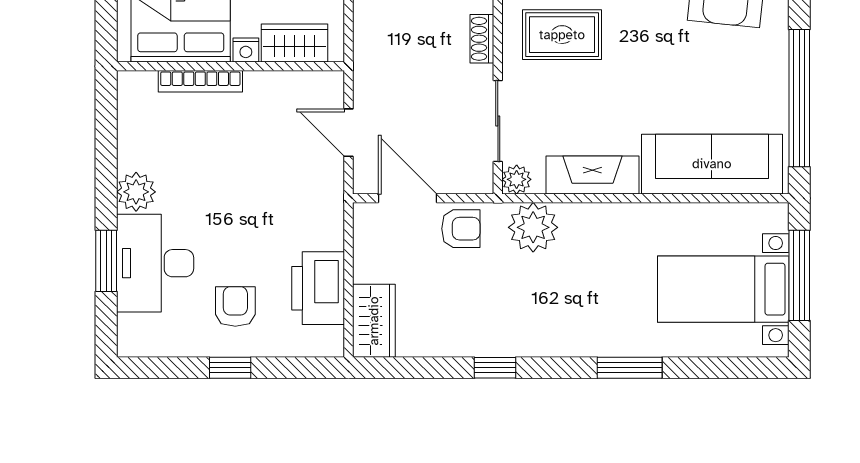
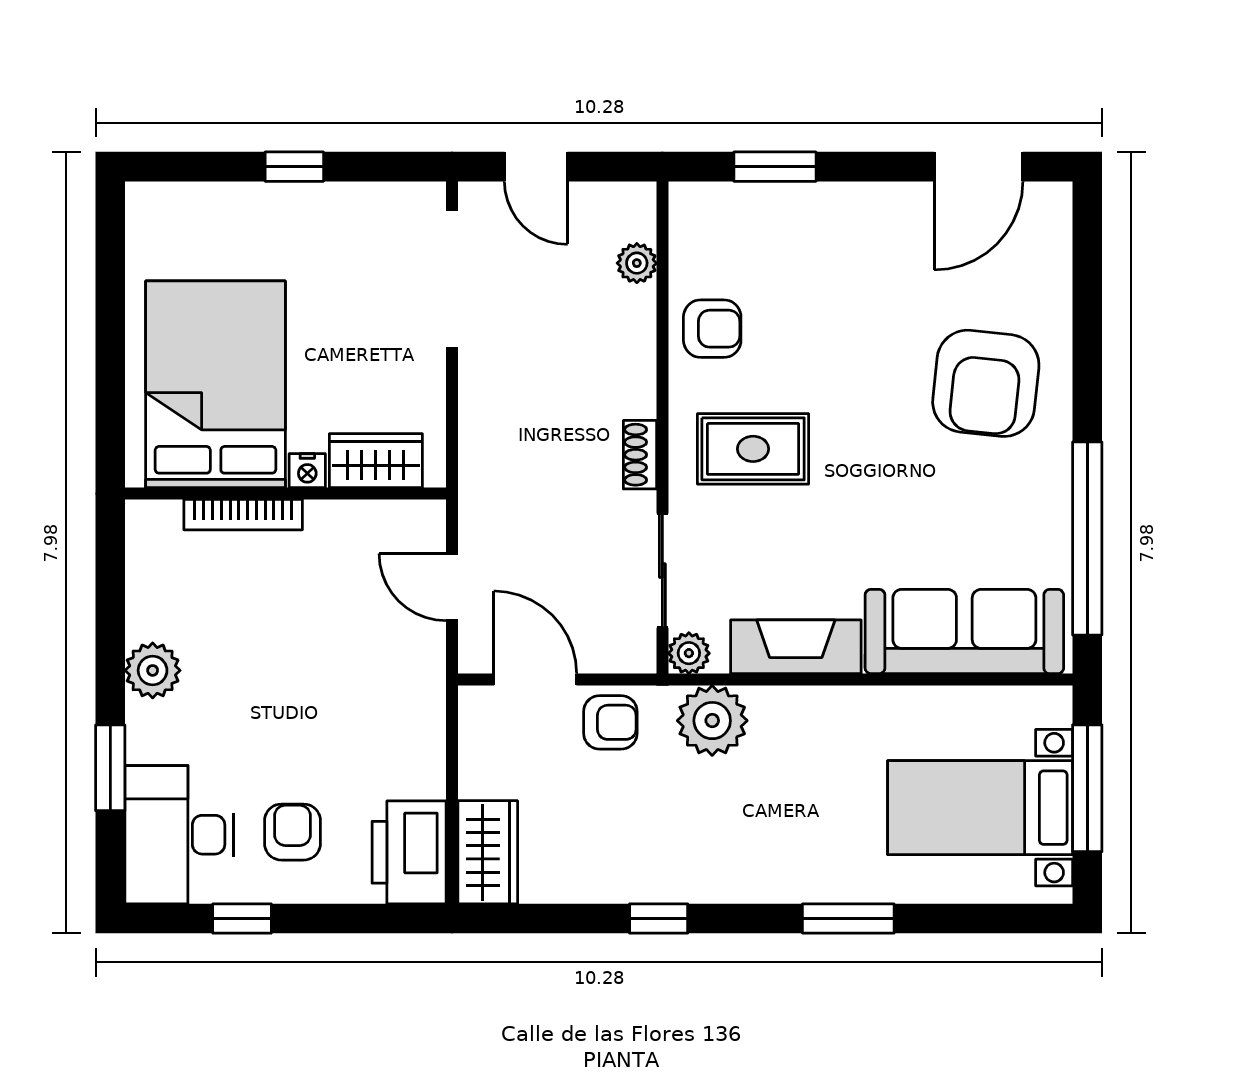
desk: (155, 263) -> (179, 835), moved
printer: (318, 288) -> (409, 852), moved
window: (230, 368) -> (242, 918), moved

